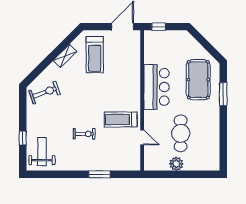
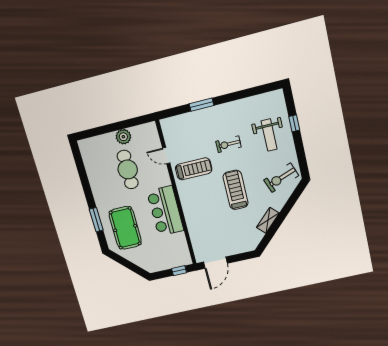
treadmill: (95, 55) -> (236, 190), moved
weight bench: (42, 152) -> (269, 135), moved

